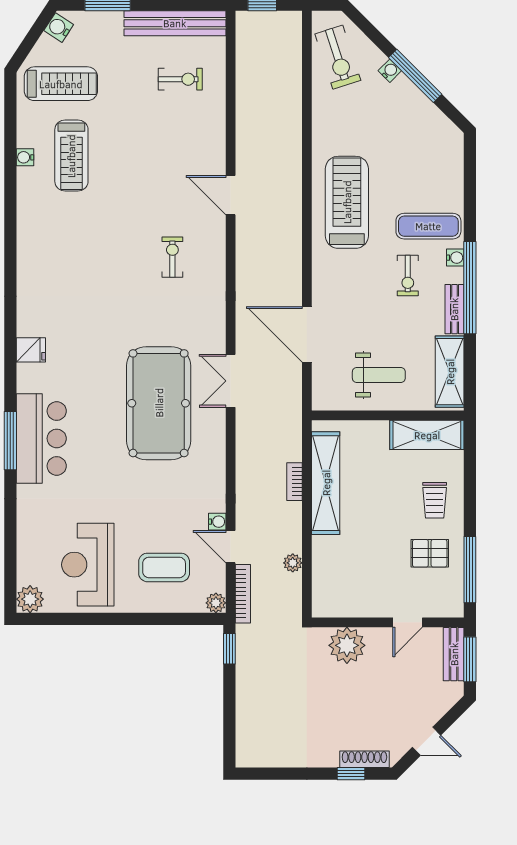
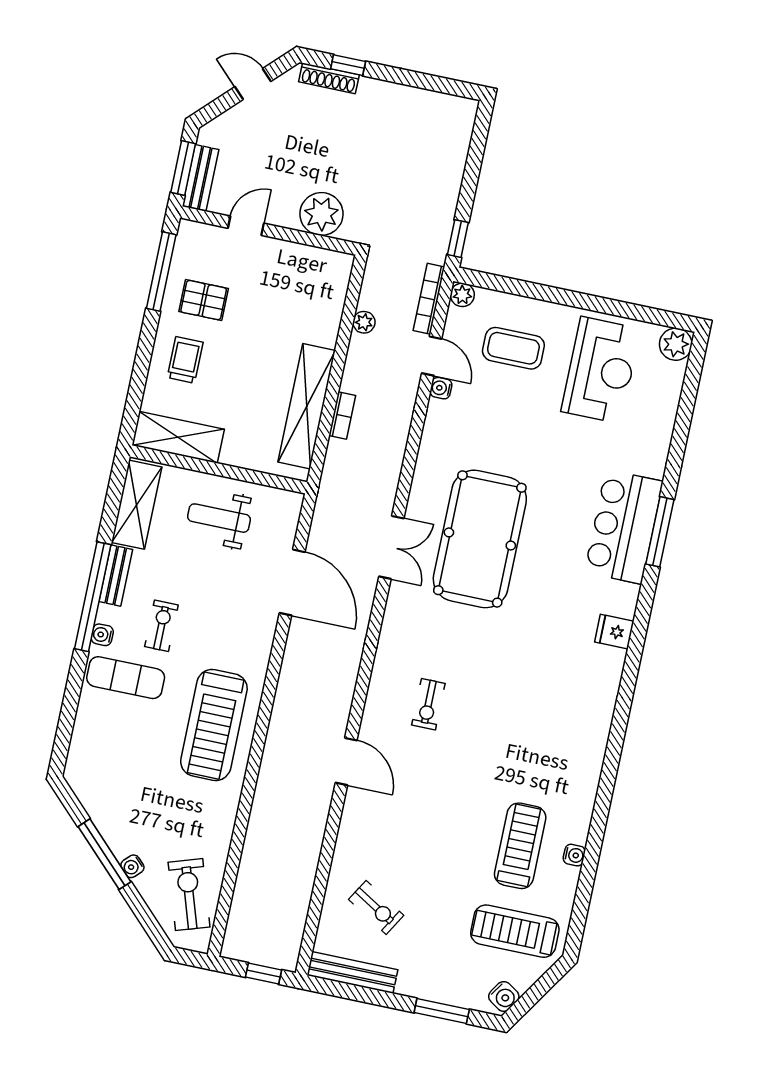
bench: (175, 23) -> (352, 973), width x0.73, depth x0.82
exercise bike: (180, 79) -> (376, 907), turned -149

